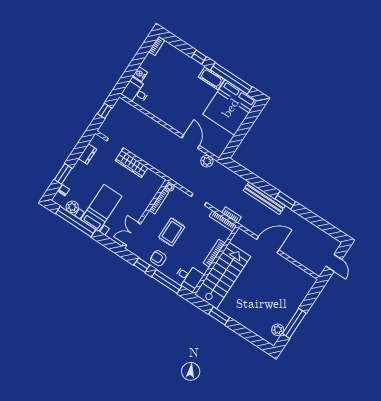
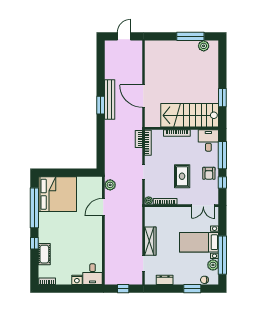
cot: (211, 78) -> (44, 254), moved
bench: (264, 198) -> (110, 99), moved
rug: (172, 232) -> (182, 176), turned 90

